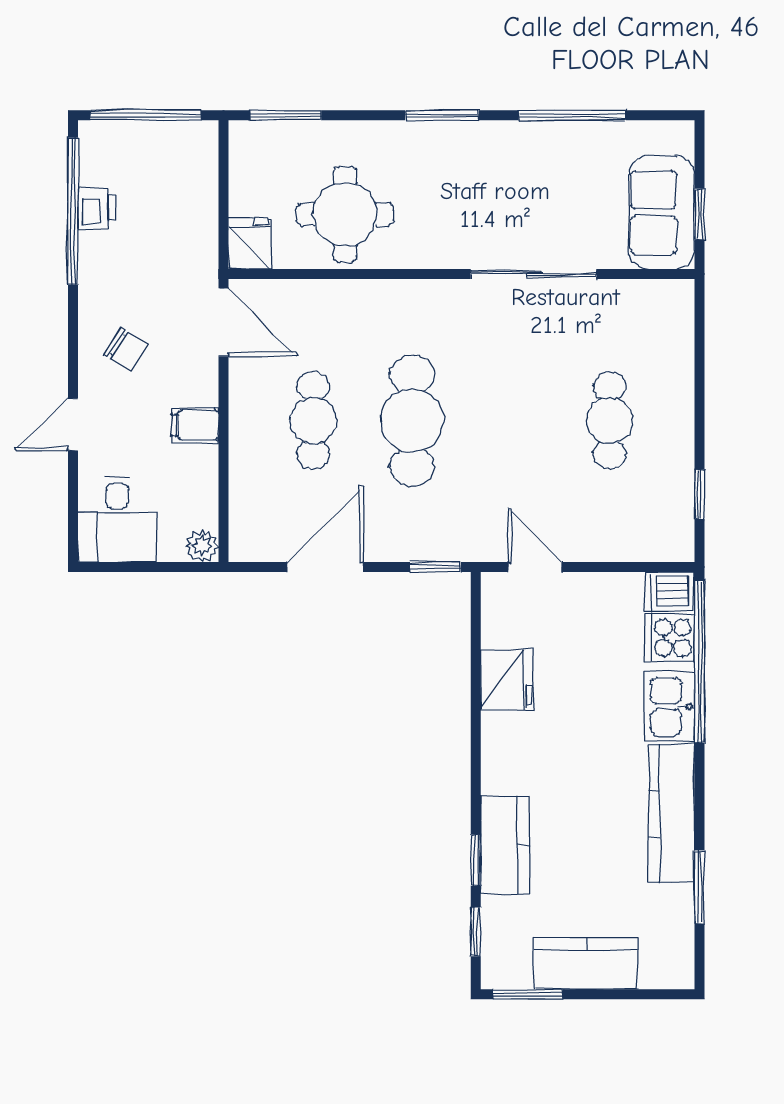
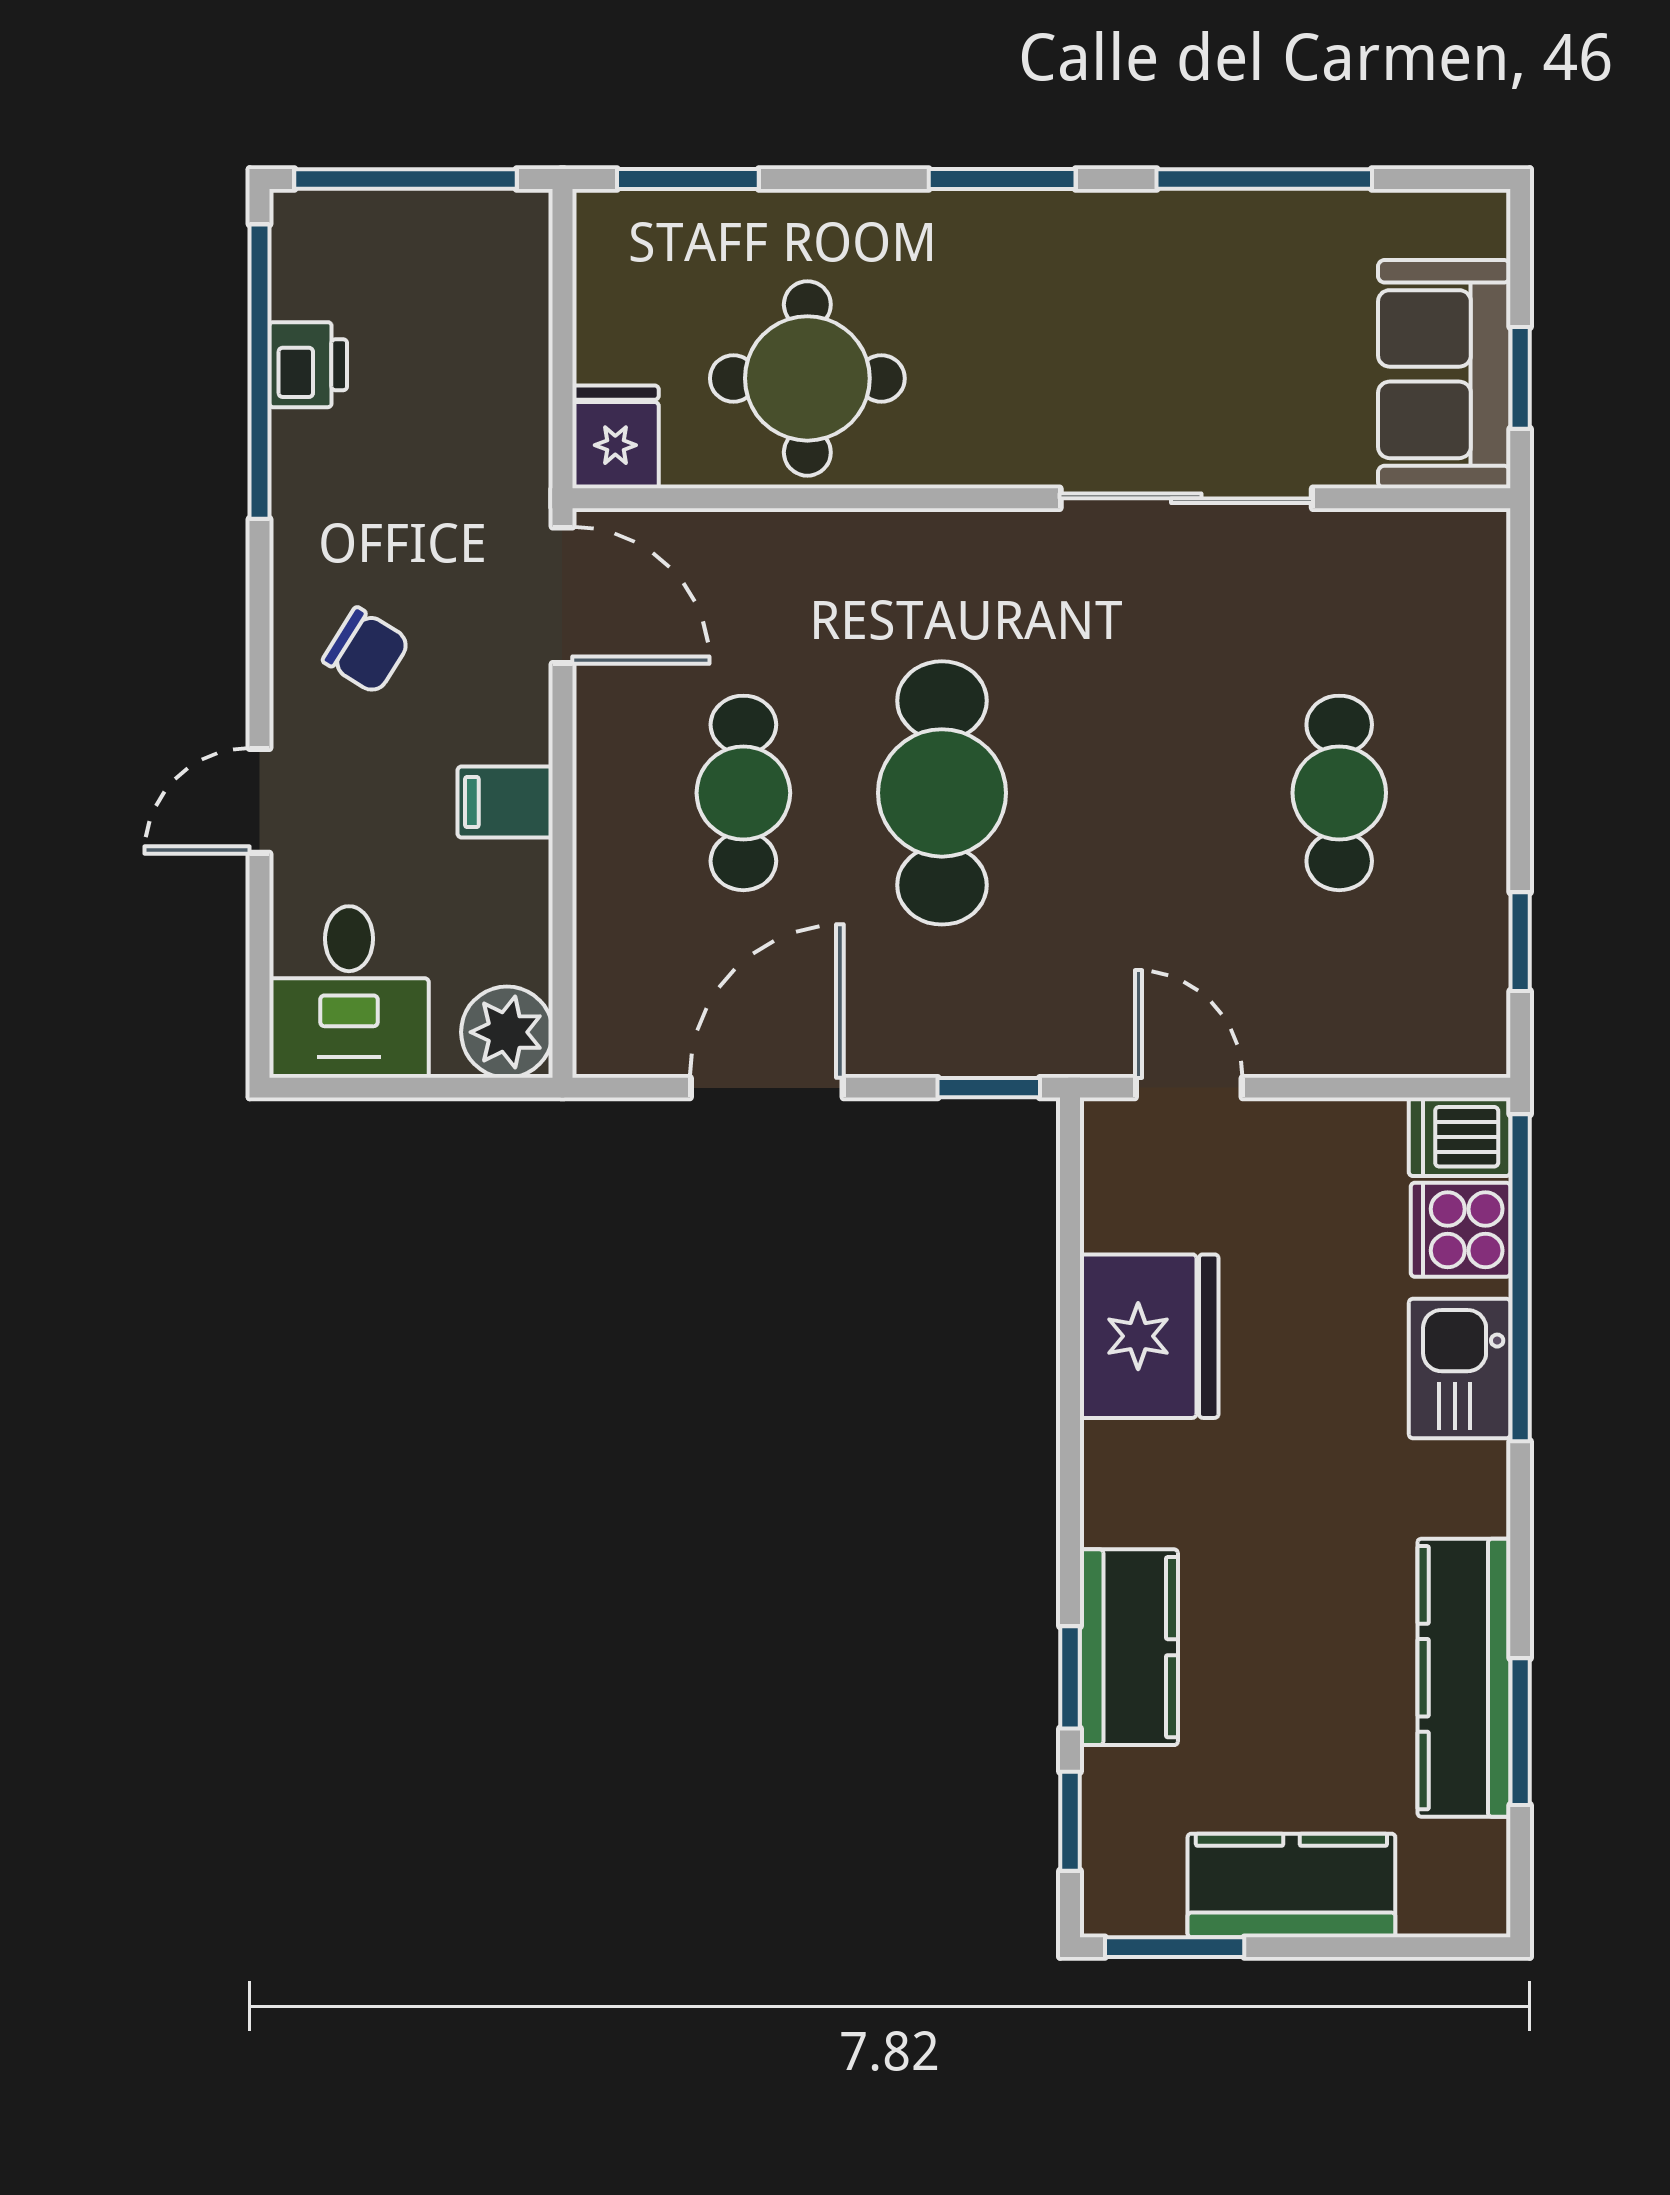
plant: (202, 546) -> (507, 1032), width x1.38, depth x1.38
fridge: (506, 680) -> (1149, 1336), width x1.36, depth x1.34
kitchen counter: (672, 814) -> (1464, 1678), moved

